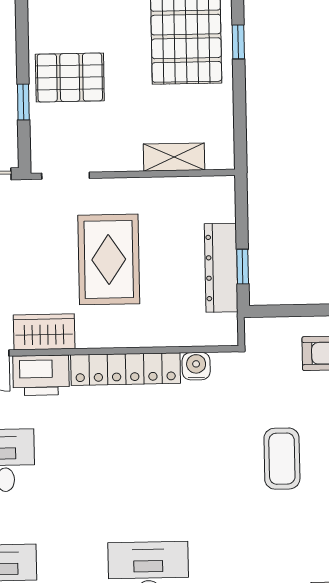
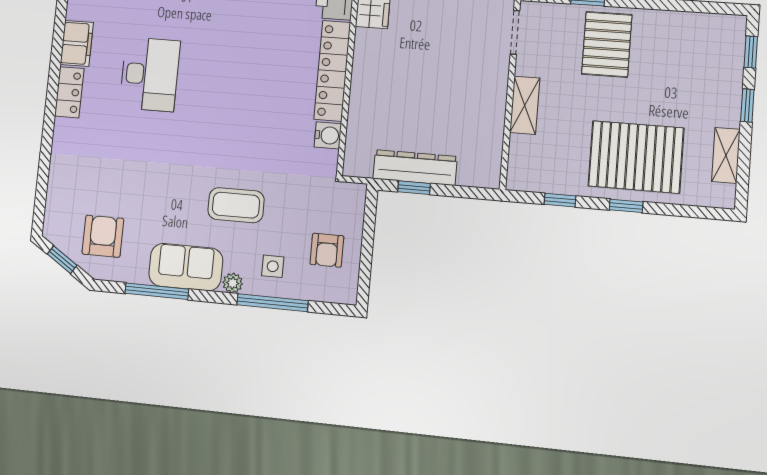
window: (240, 111) -> (560, 200), added
shelving: (174, 157) -> (525, 105), moved
rug: (109, 259) -> (433, 65), removed

